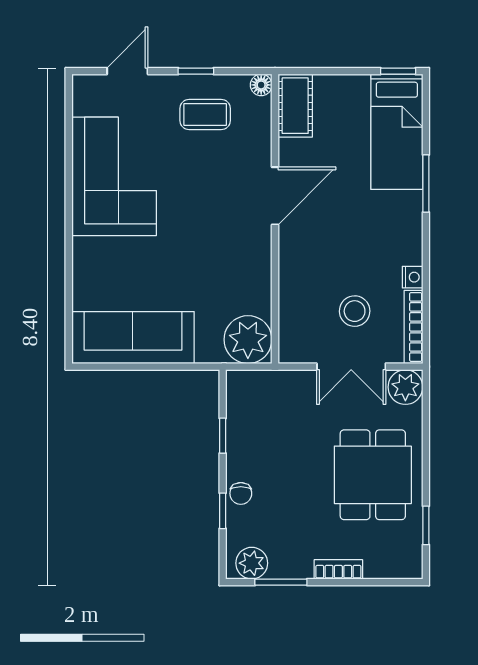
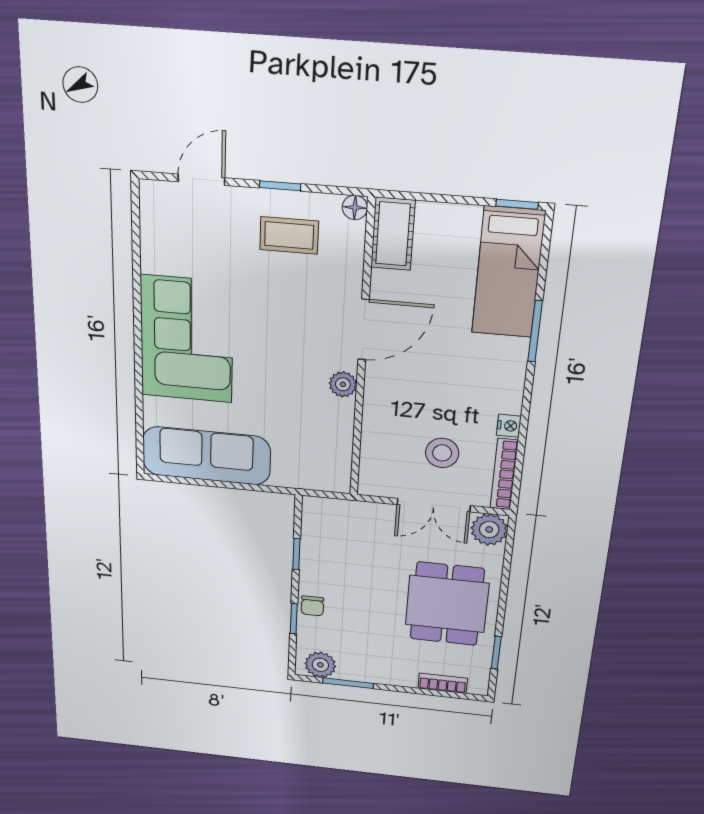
corner sofa: (114, 176) -> (187, 339), moved
plant: (248, 340) -> (343, 384), moved, width x0.53, depth x0.53
bookcase: (338, 569) -> (443, 683), moved

